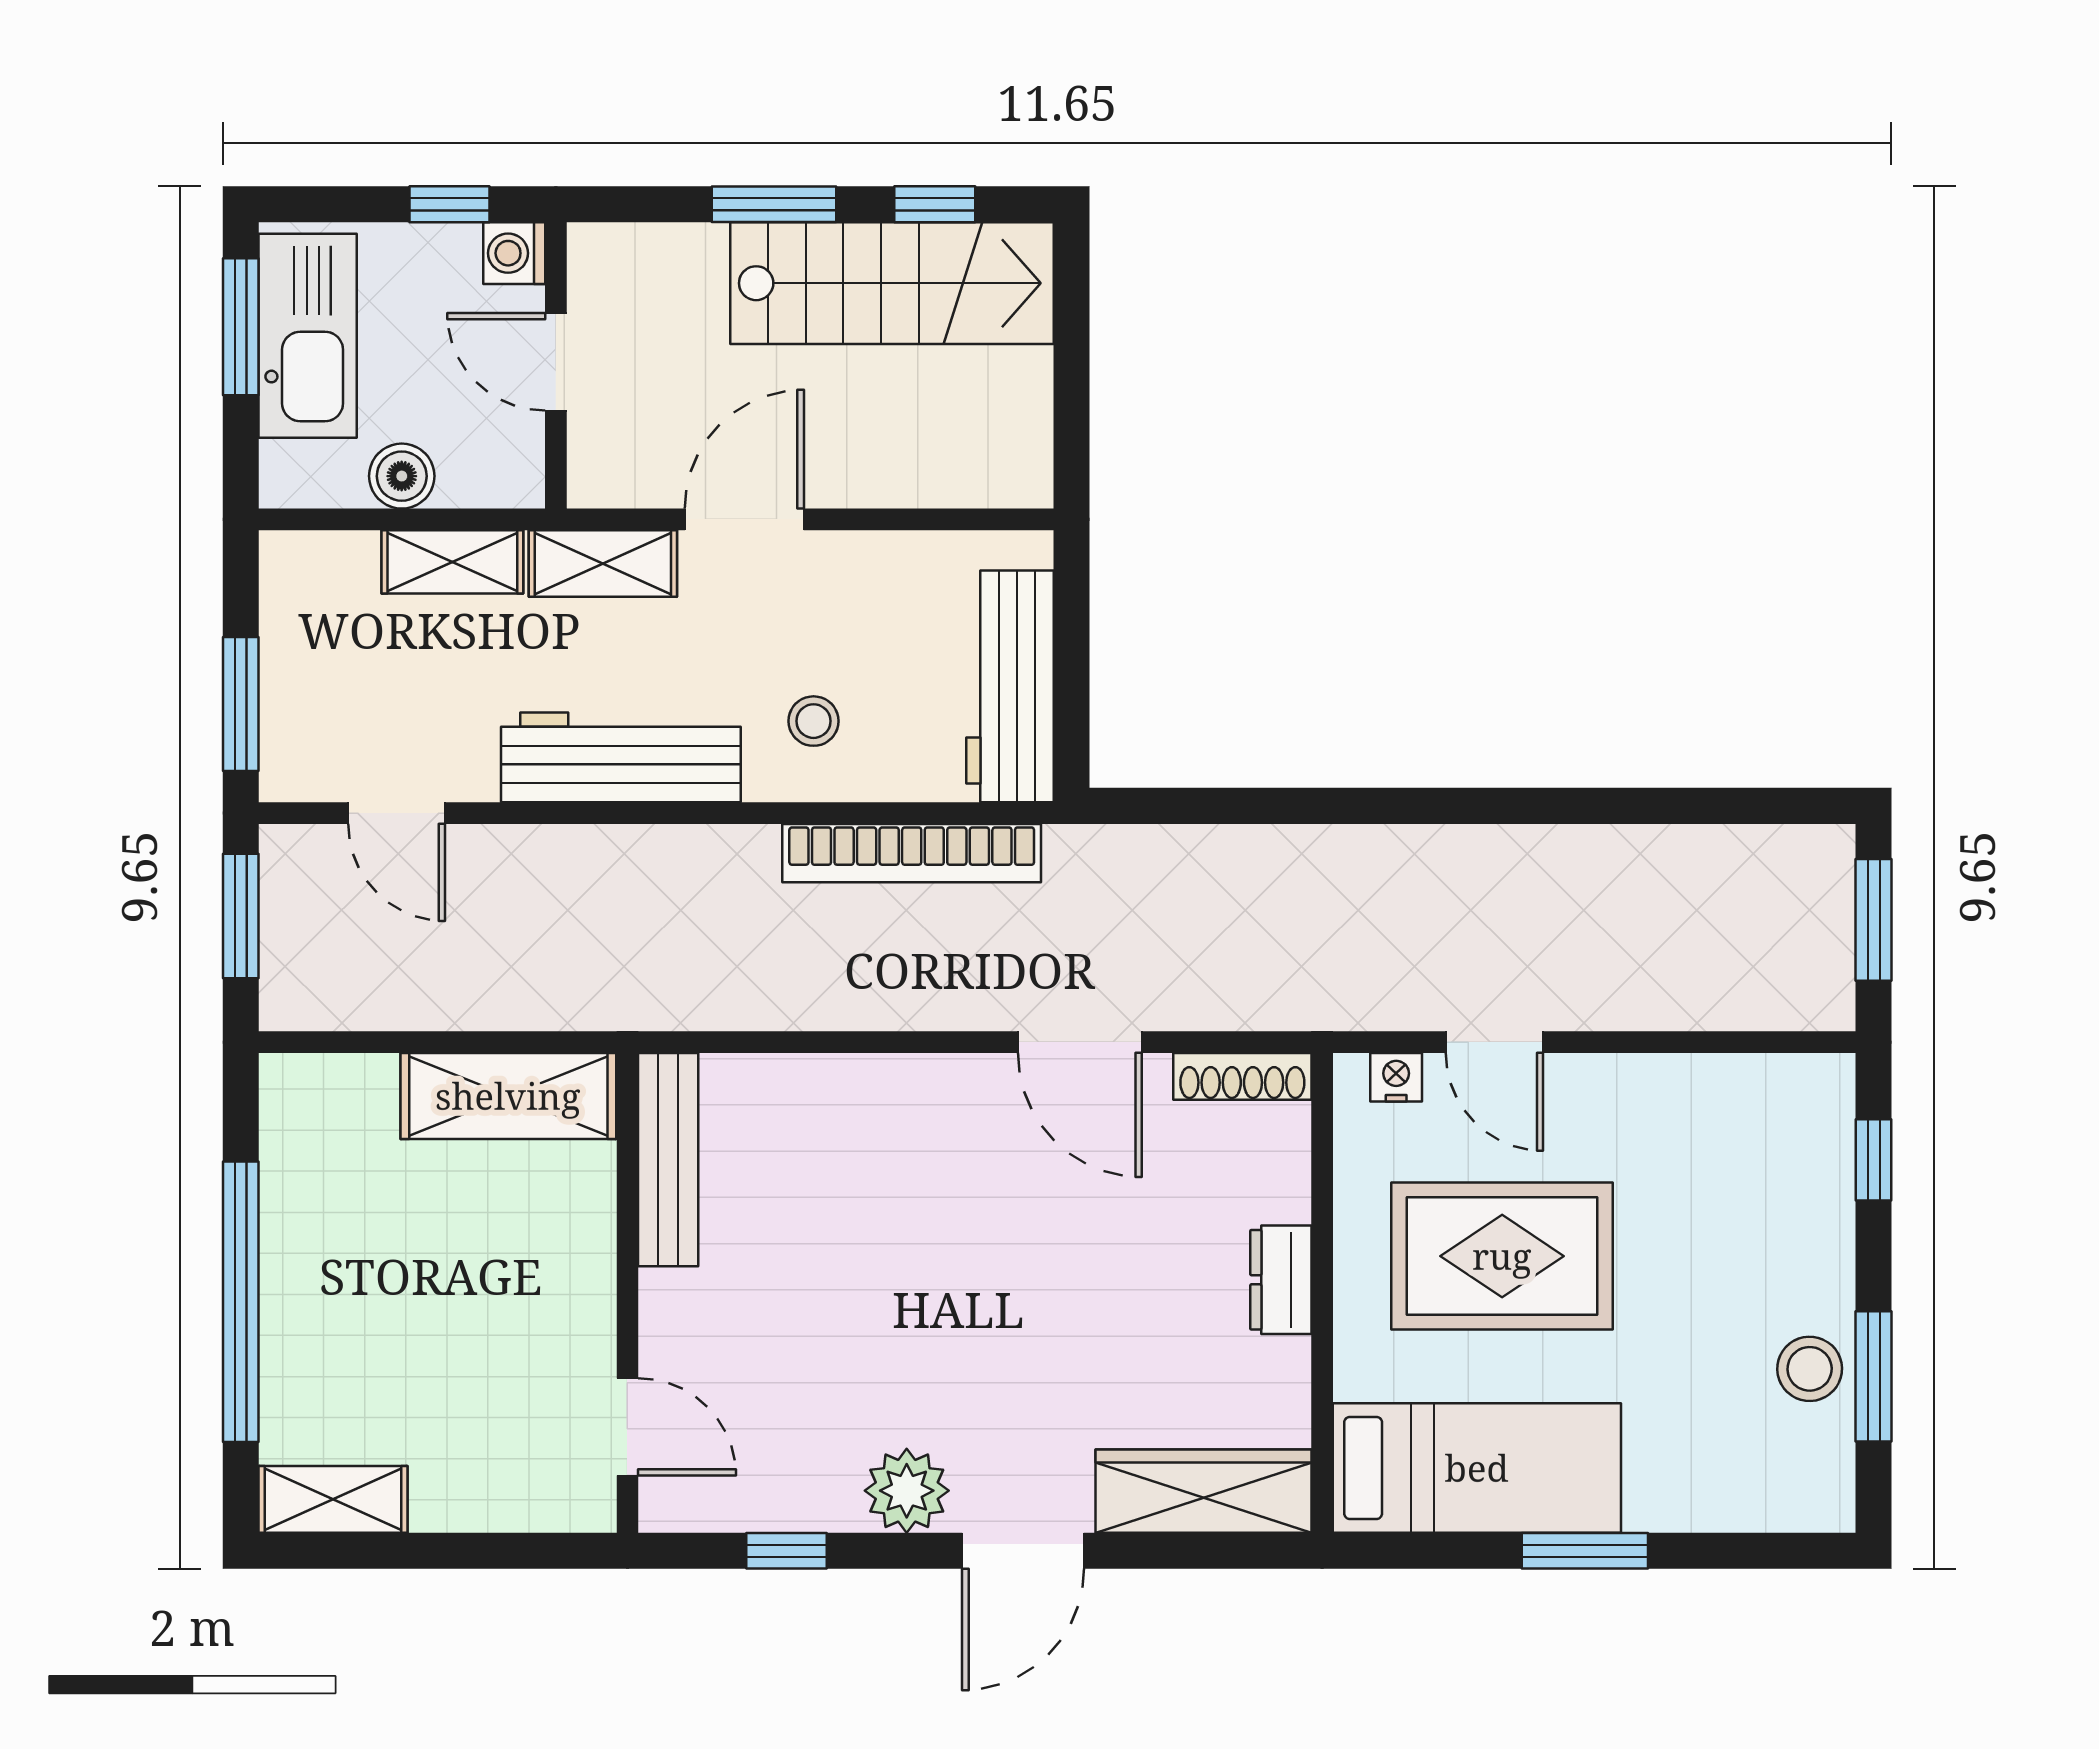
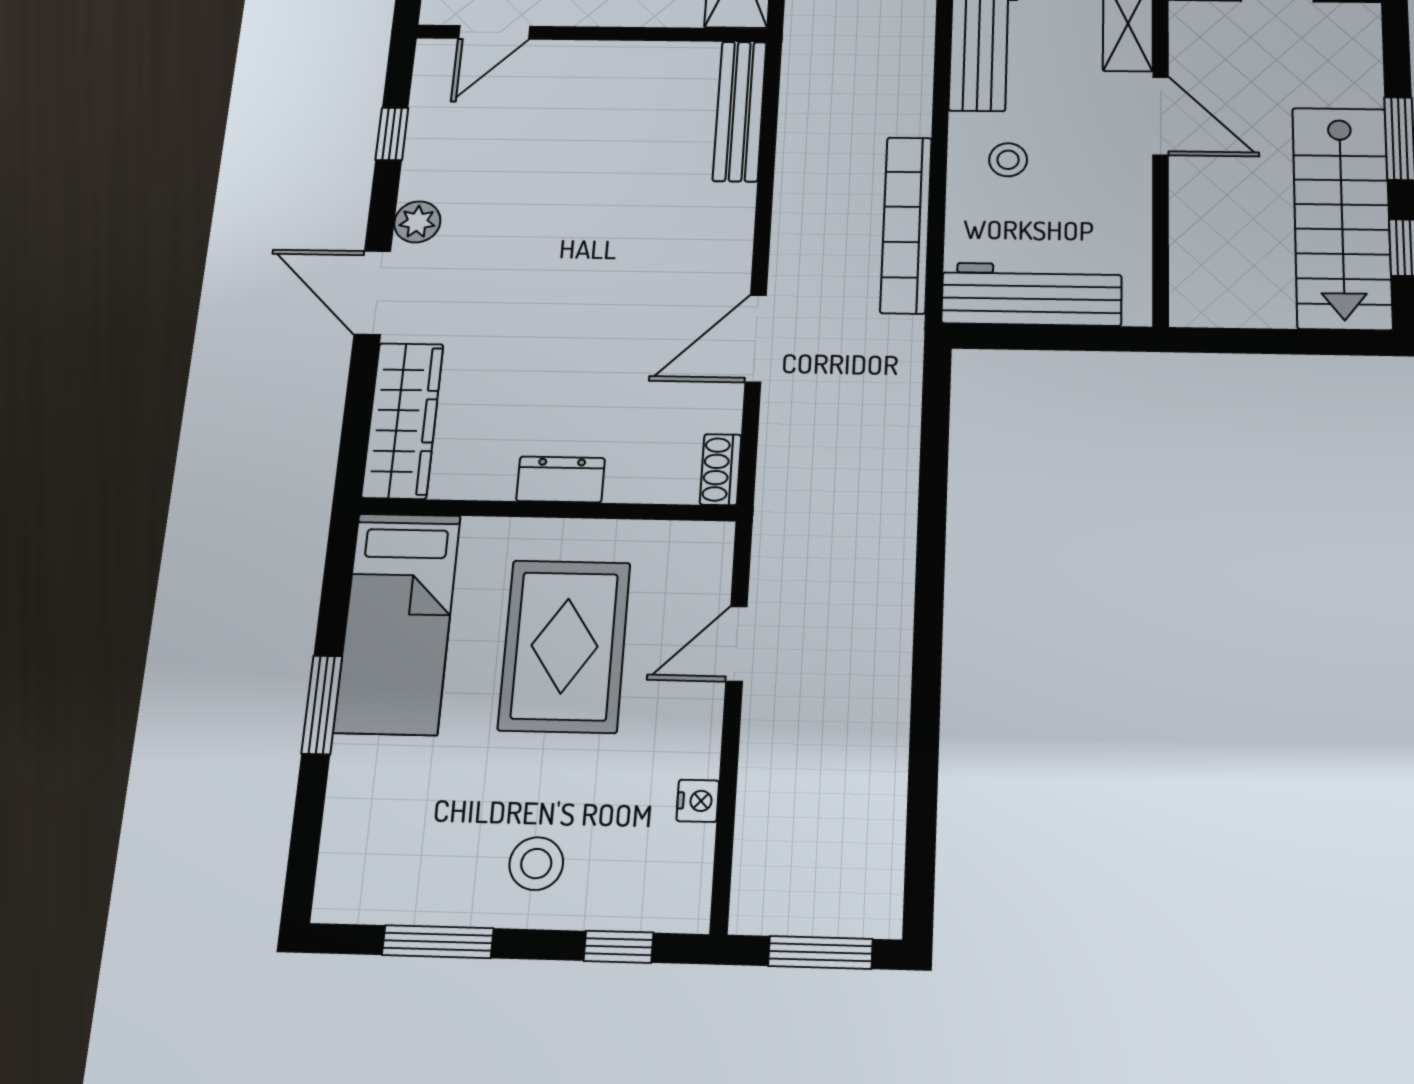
shoe rack: (1242, 1076) -> (721, 470), width x0.70
nightstand: (1396, 1077) -> (698, 801), moved
bench: (668, 1160) -> (740, 111), moved, turned 90
stool: (1810, 1369) -> (536, 864), moved
plant: (907, 1491) -> (417, 222), width x0.73, depth x0.73

